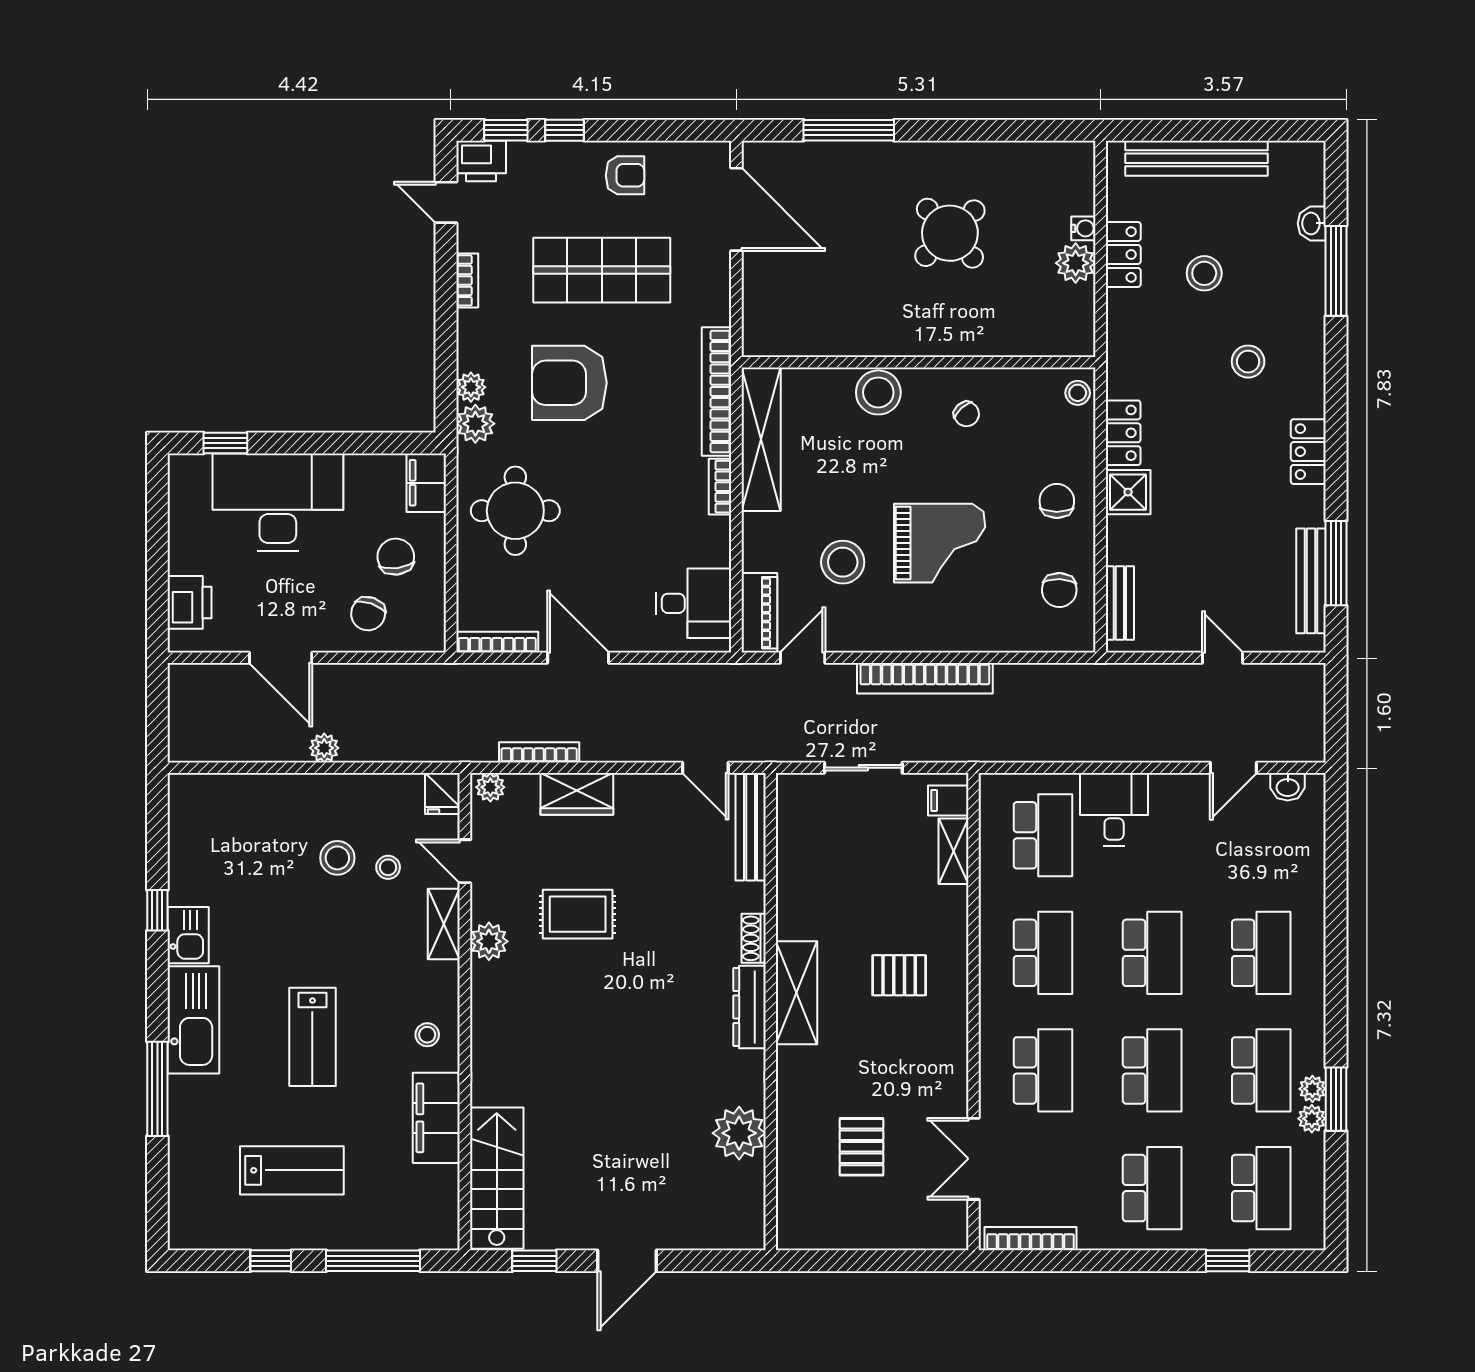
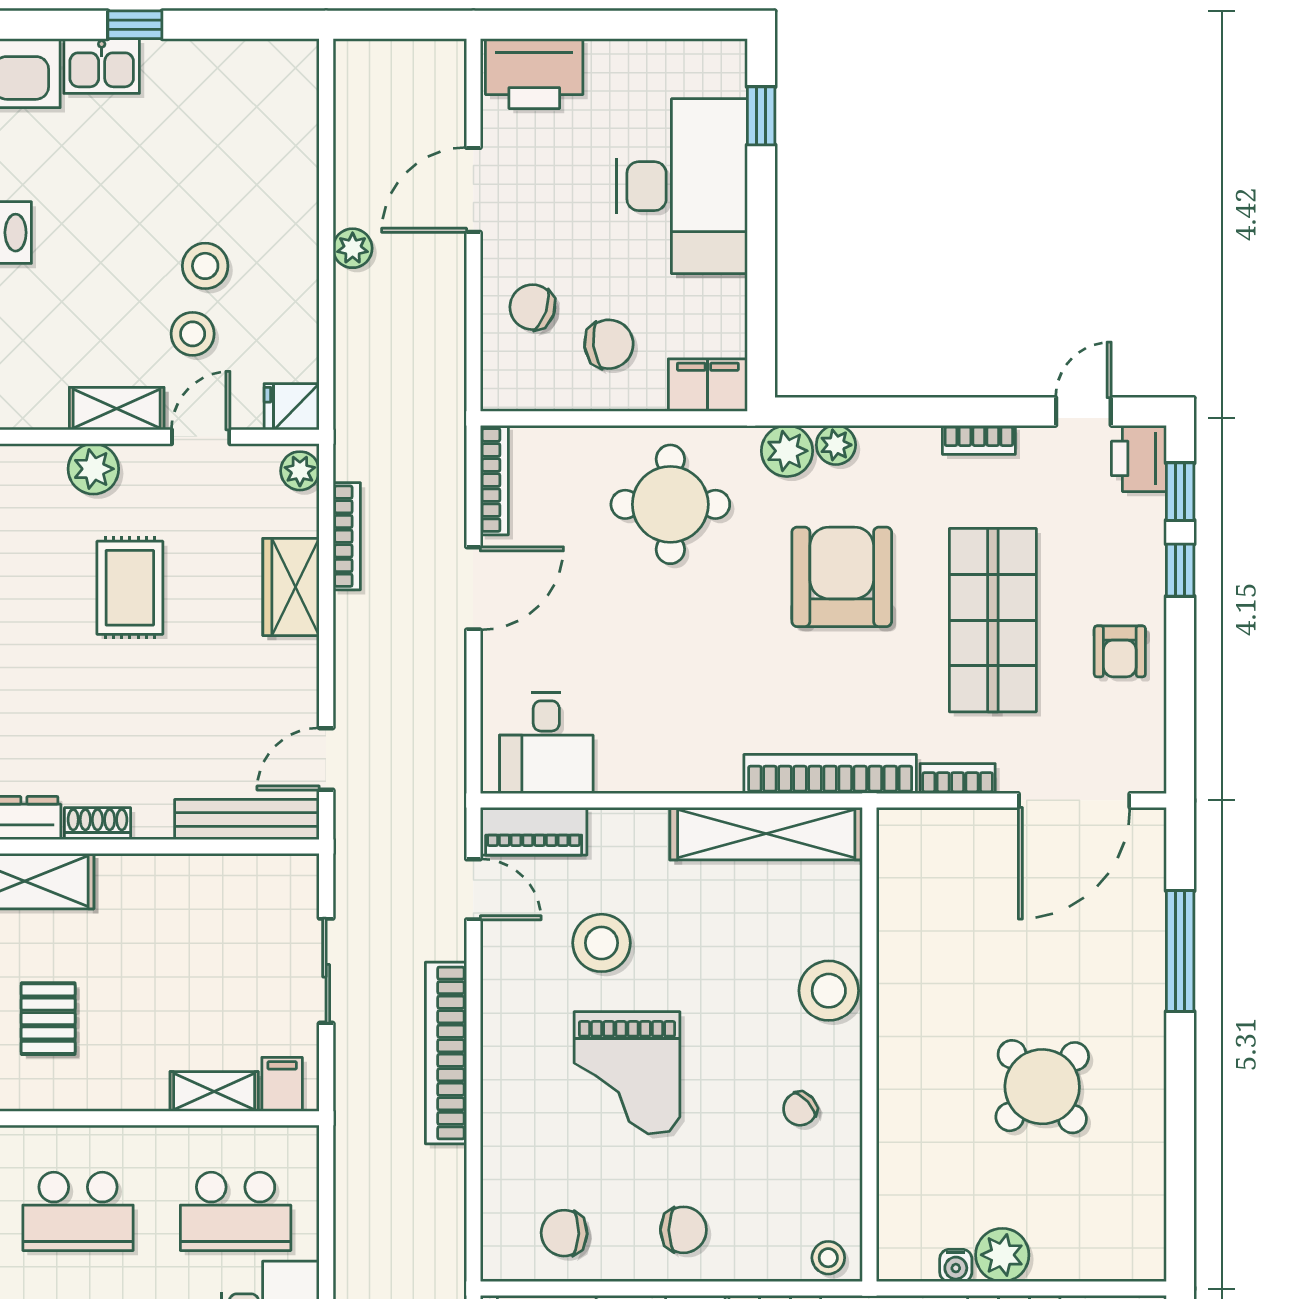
water cooler: (1083, 228) -> (956, 1265), moved
bookcase: (720, 487) -> (958, 779), moved
printer: (190, 602) -> (534, 74), width x1.37, depth x1.19
stool: (388, 867) -> (193, 334), width x1.37, depth x1.37

